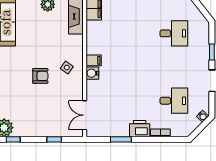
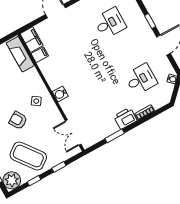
filing cabinet: (94, 60) -> (40, 55), moved
armchair: (40, 76) -> (18, 120), turned -122
coffee table: (32, 114) -> (28, 156), added
window: (13, 139) -> (34, 181), moved

